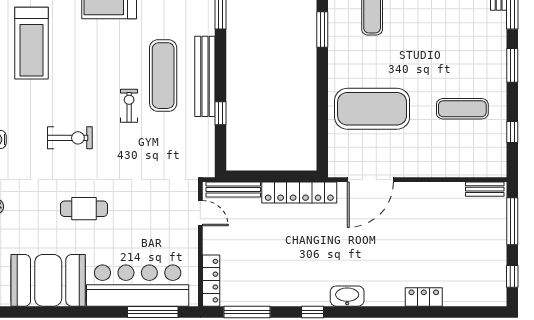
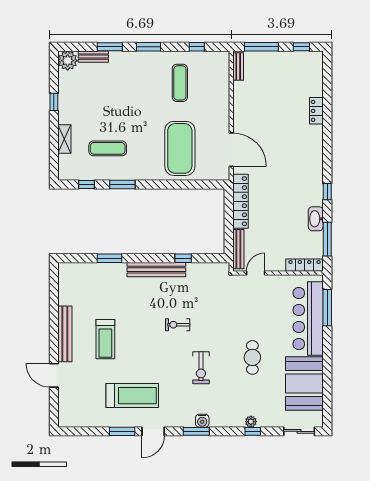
exercise mat: (163, 76) -> (156, 300), removed
exercise bike: (70, 138) -> (201, 368), turned 180
washbasin: (347, 296) -> (316, 219), moved

